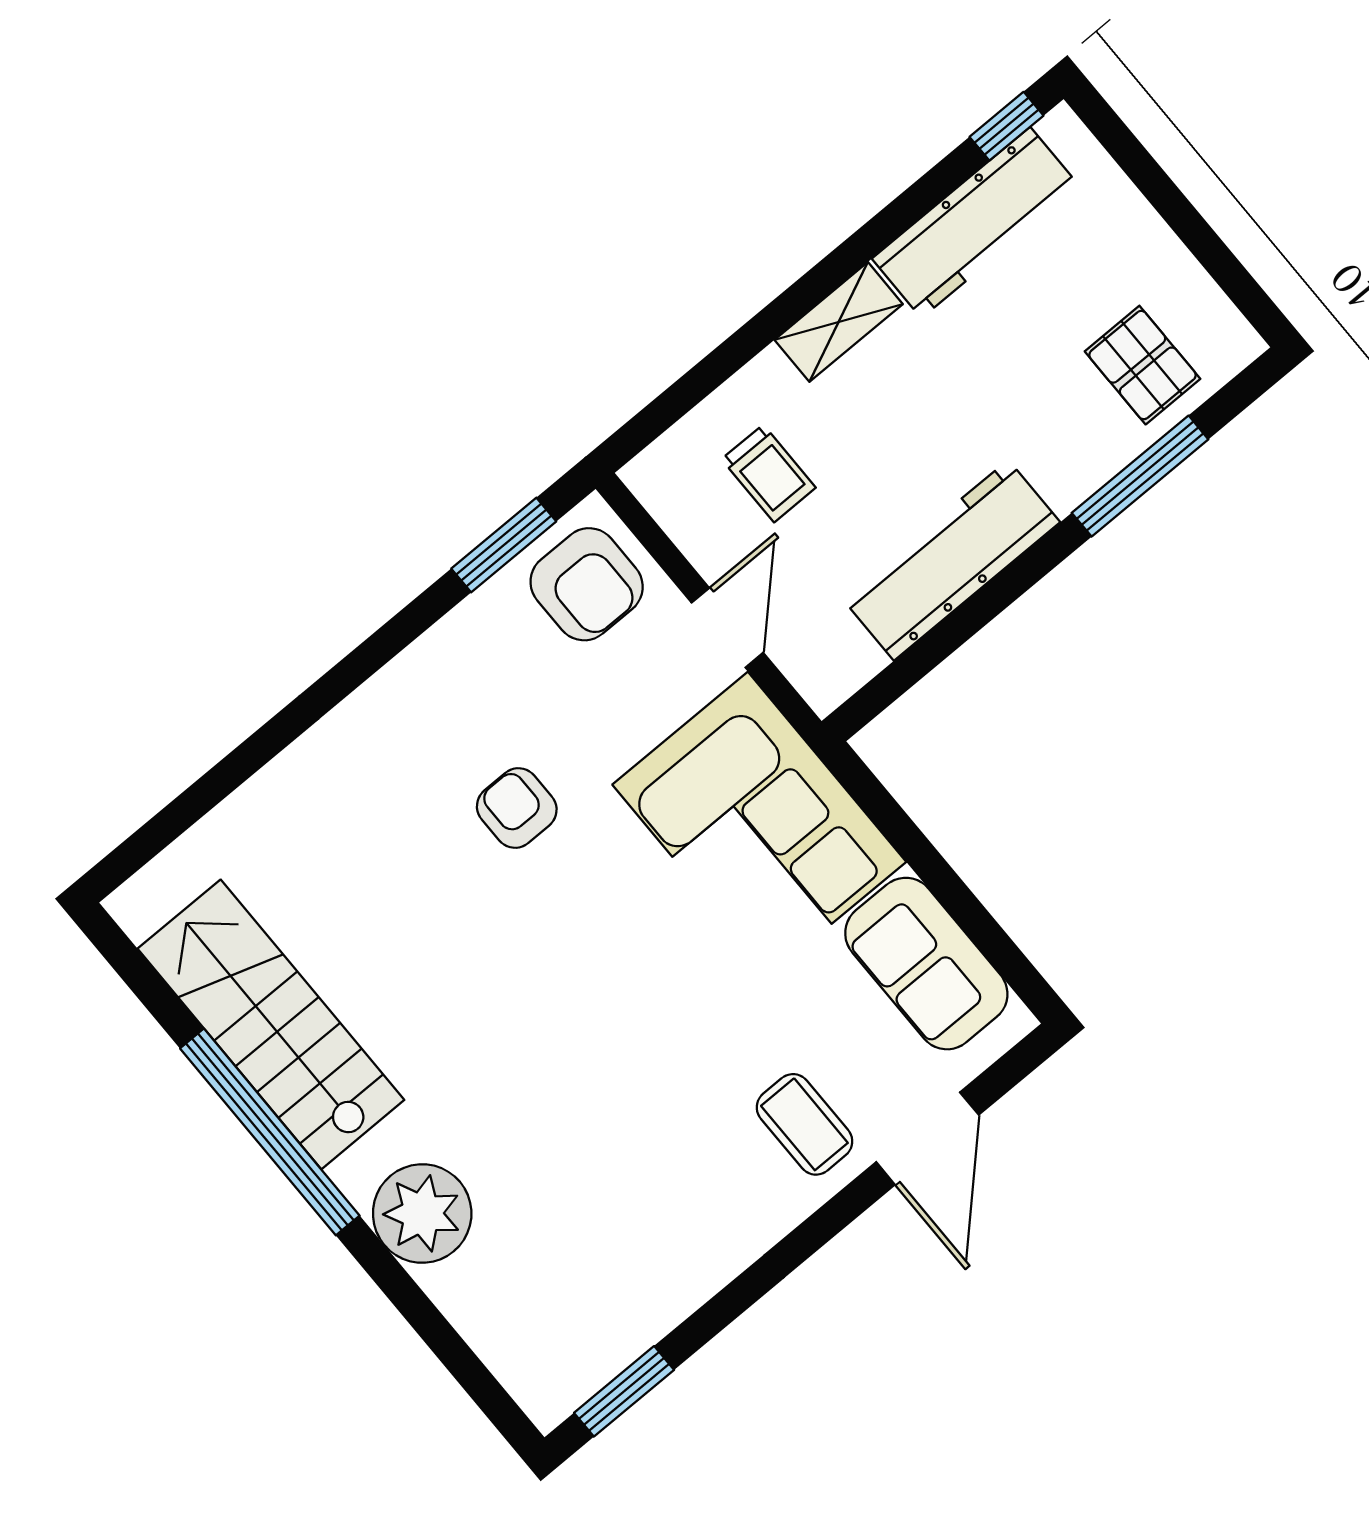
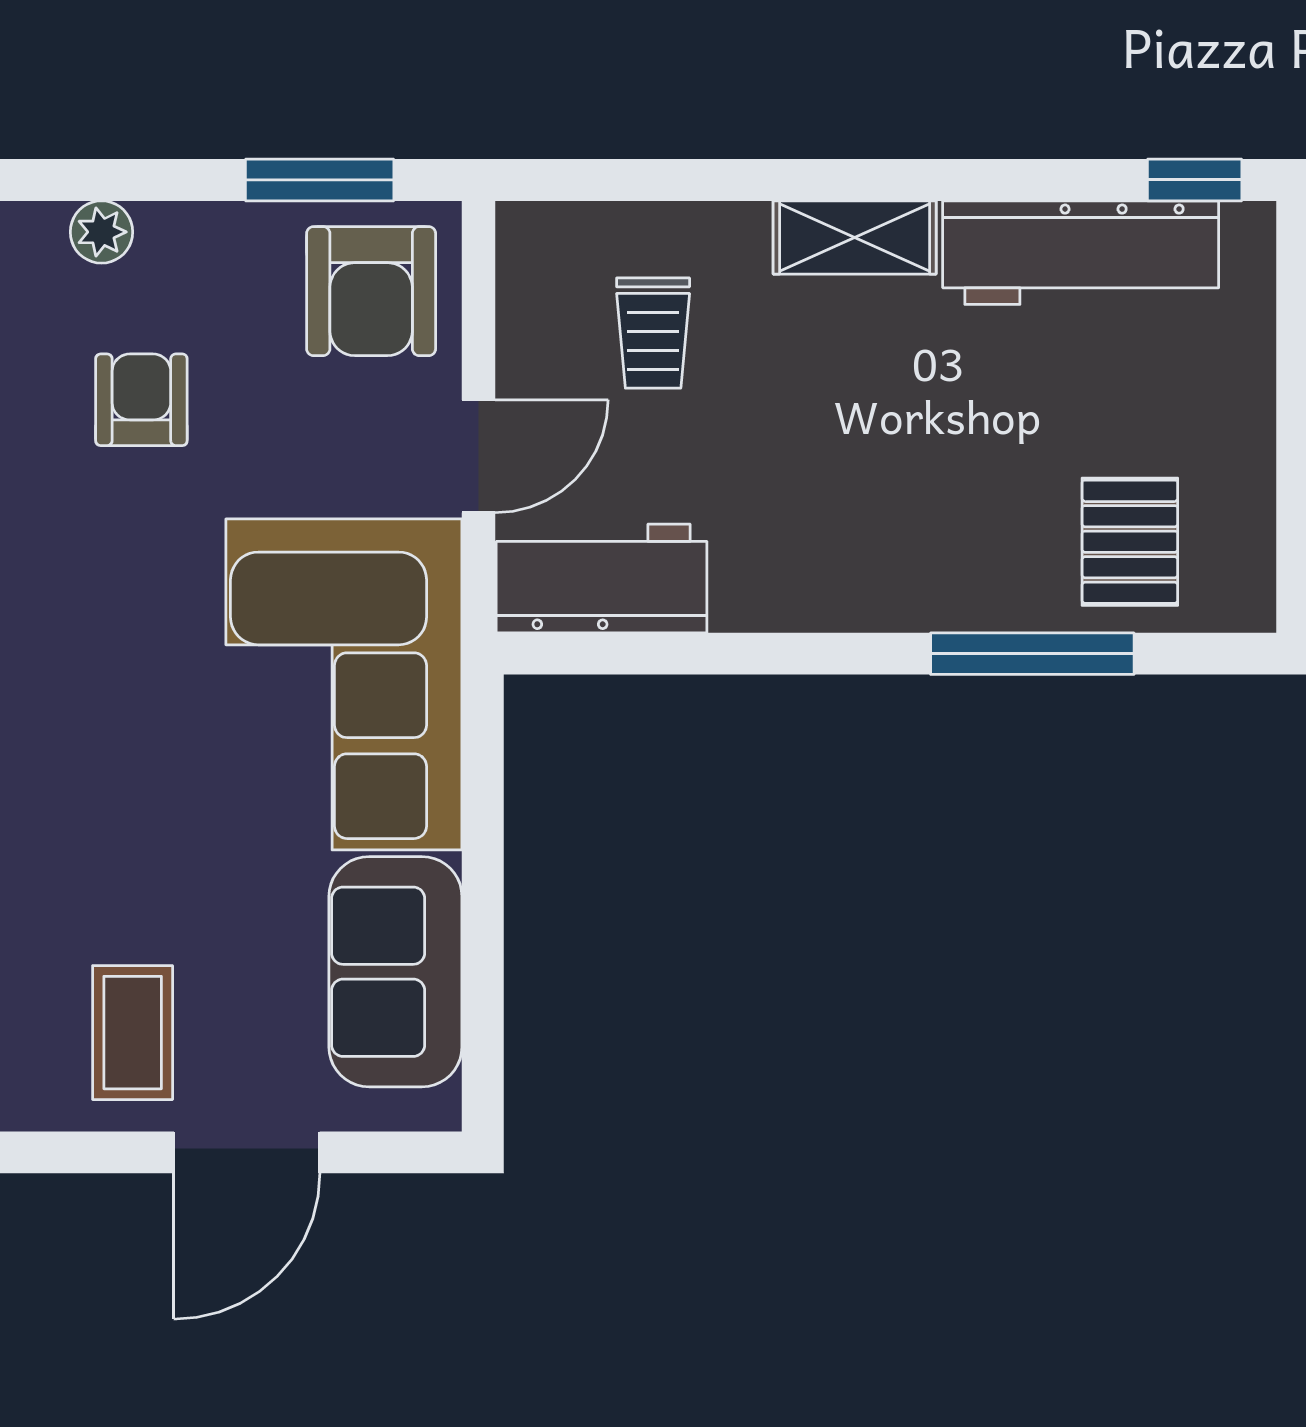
workbench: (951, 560) -> (602, 578), moved, width x0.73
plant: (403, 679) -> (101, 232), added
armchair: (517, 808) -> (141, 400), moved

